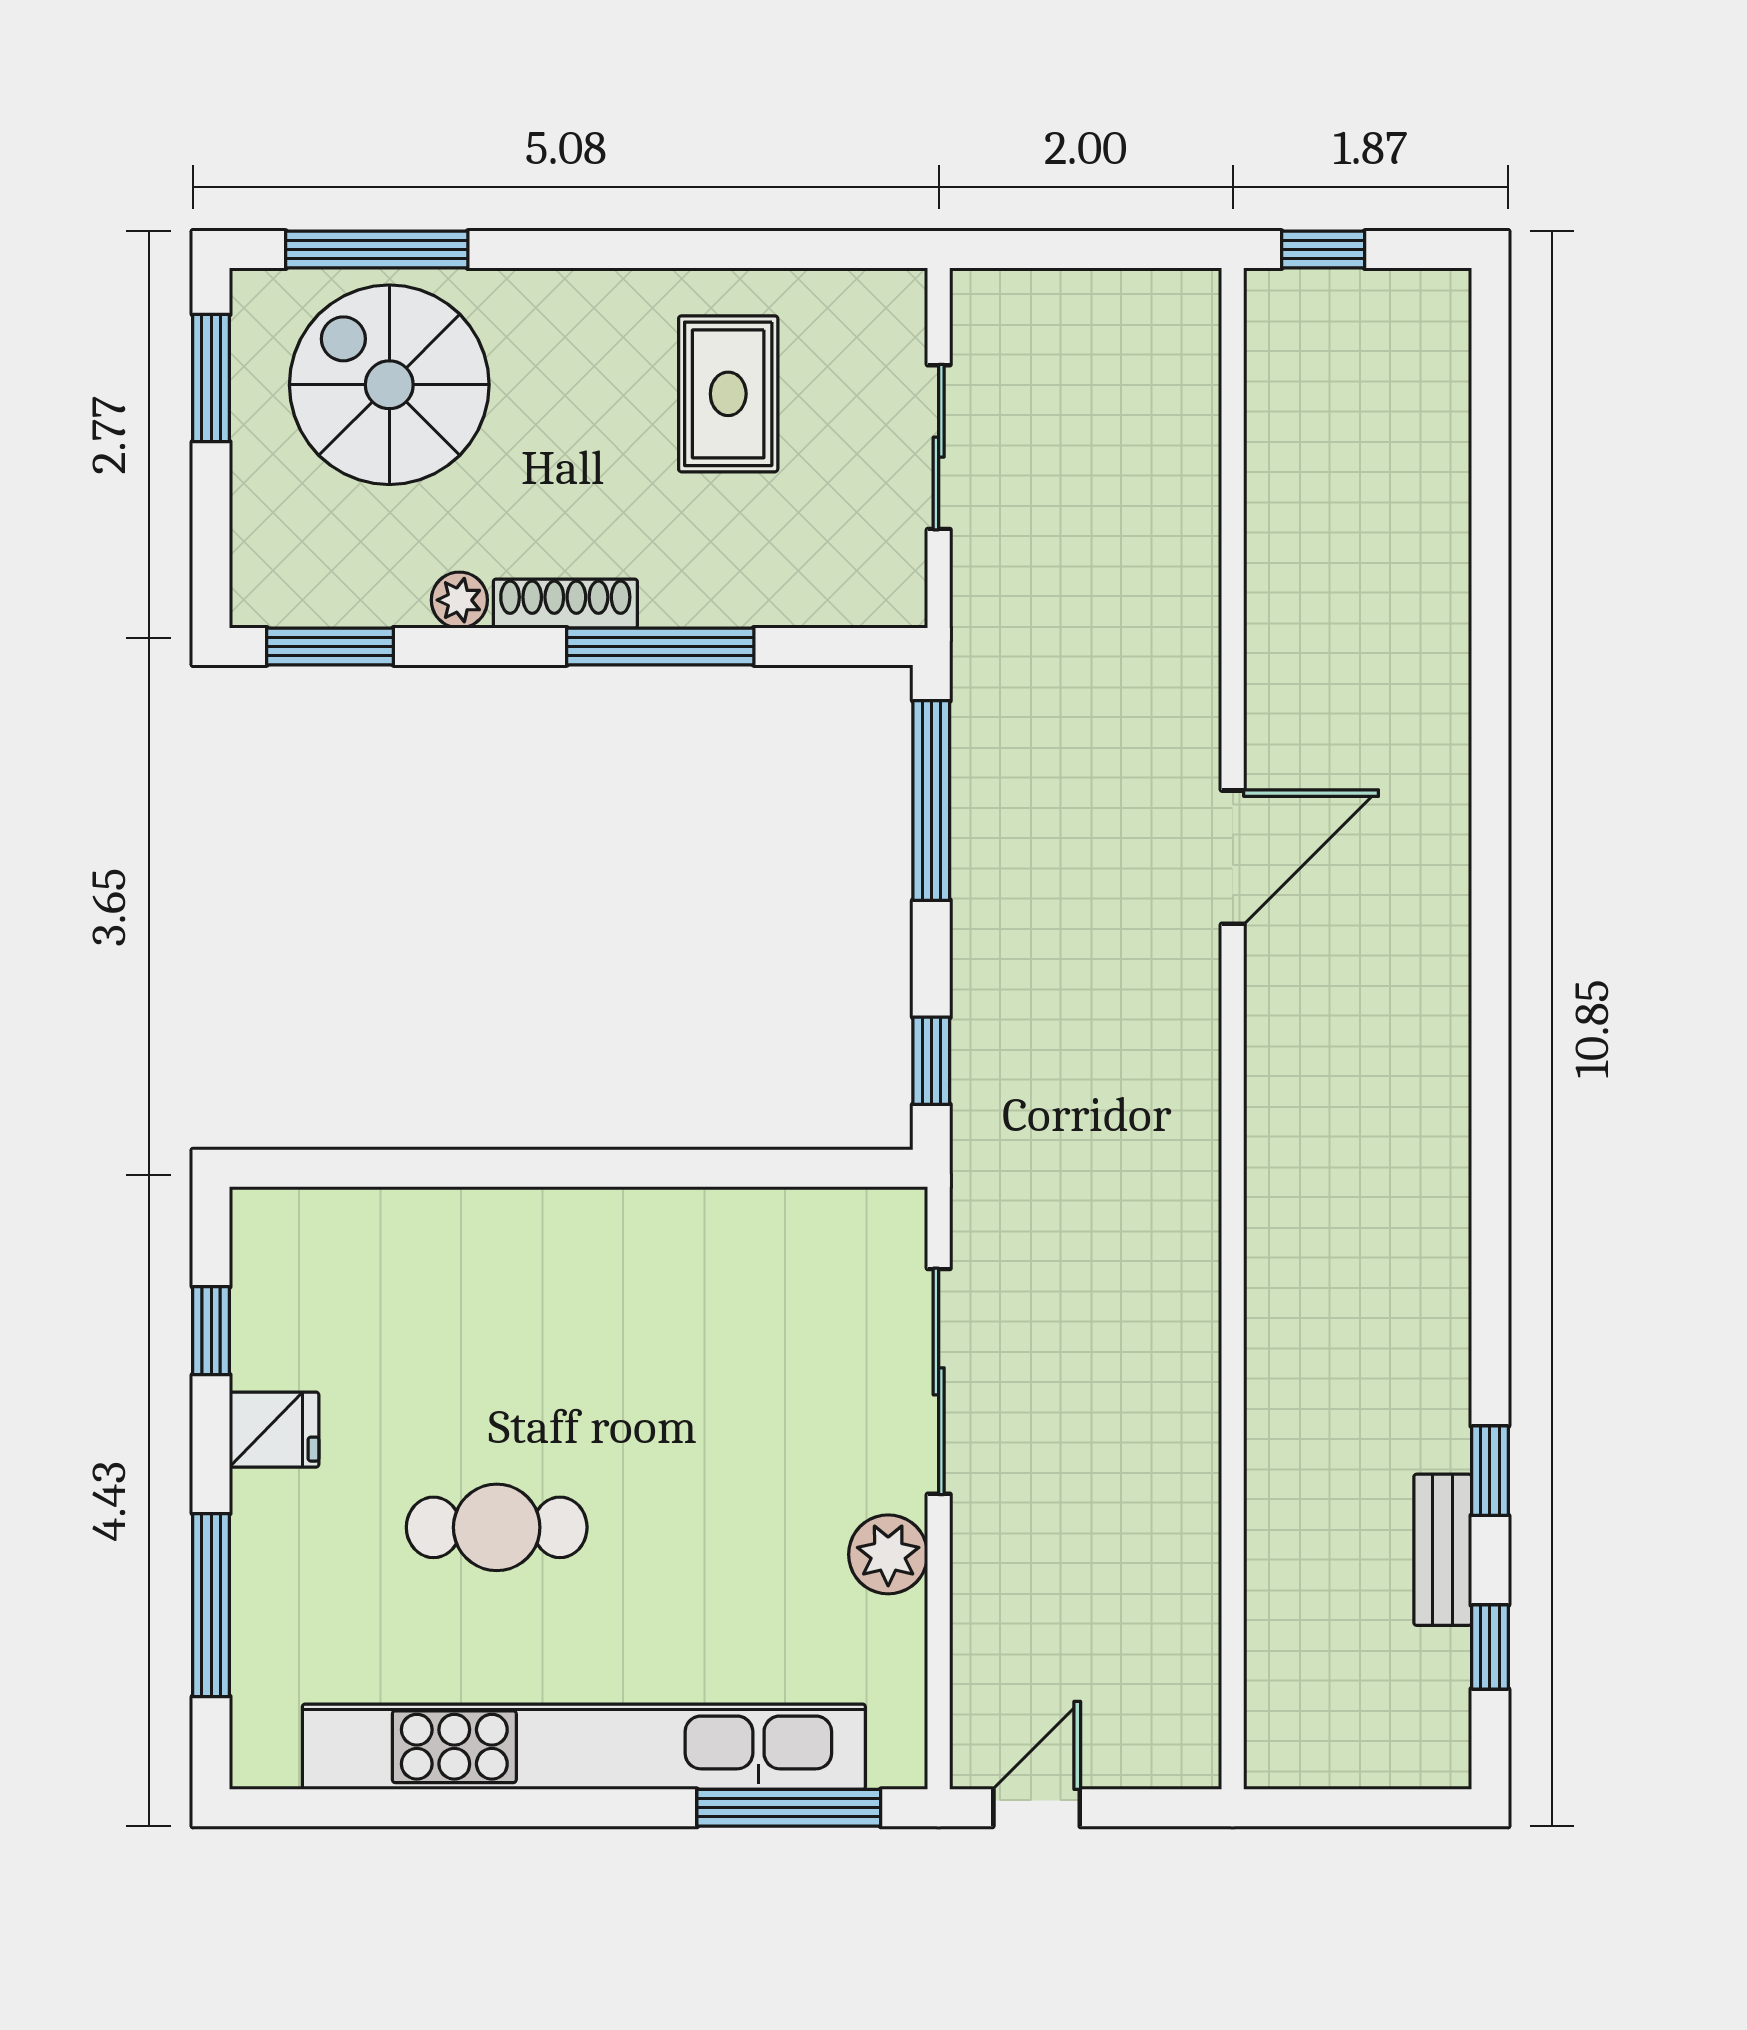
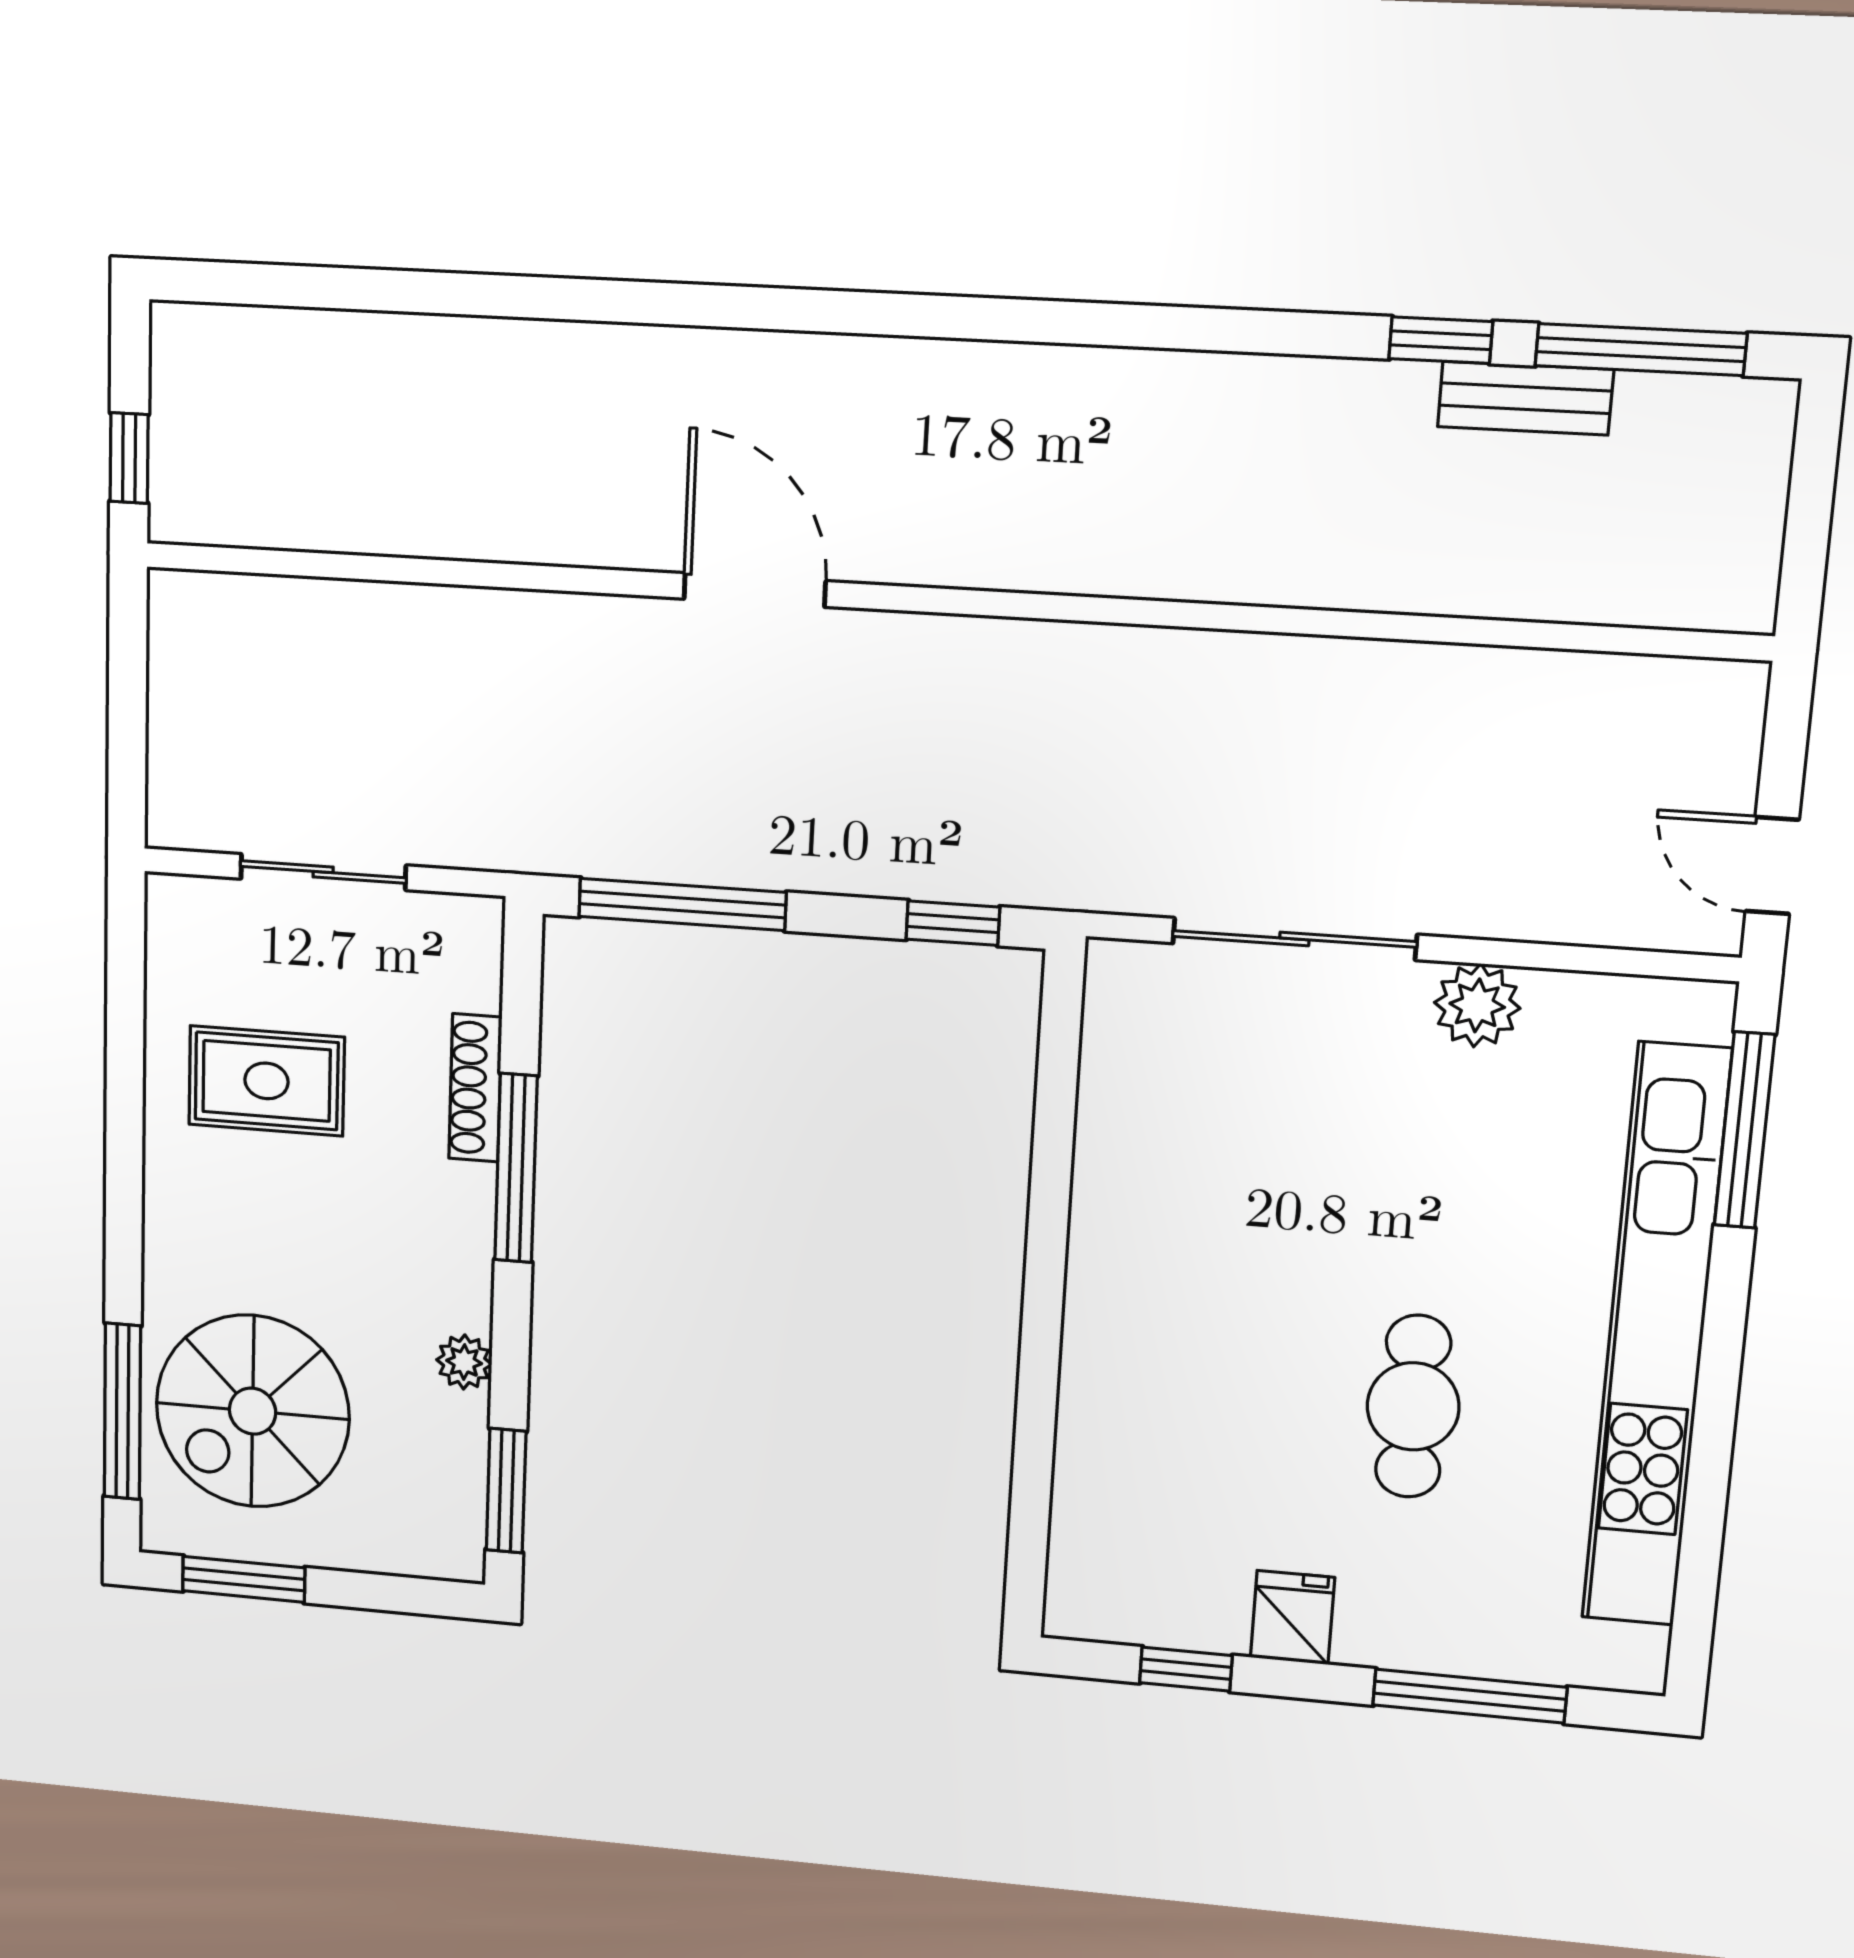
shoe rack: (565, 604) -> (475, 1088), moved
window: (1490, 1647) -> (1641, 350), width x2.17

